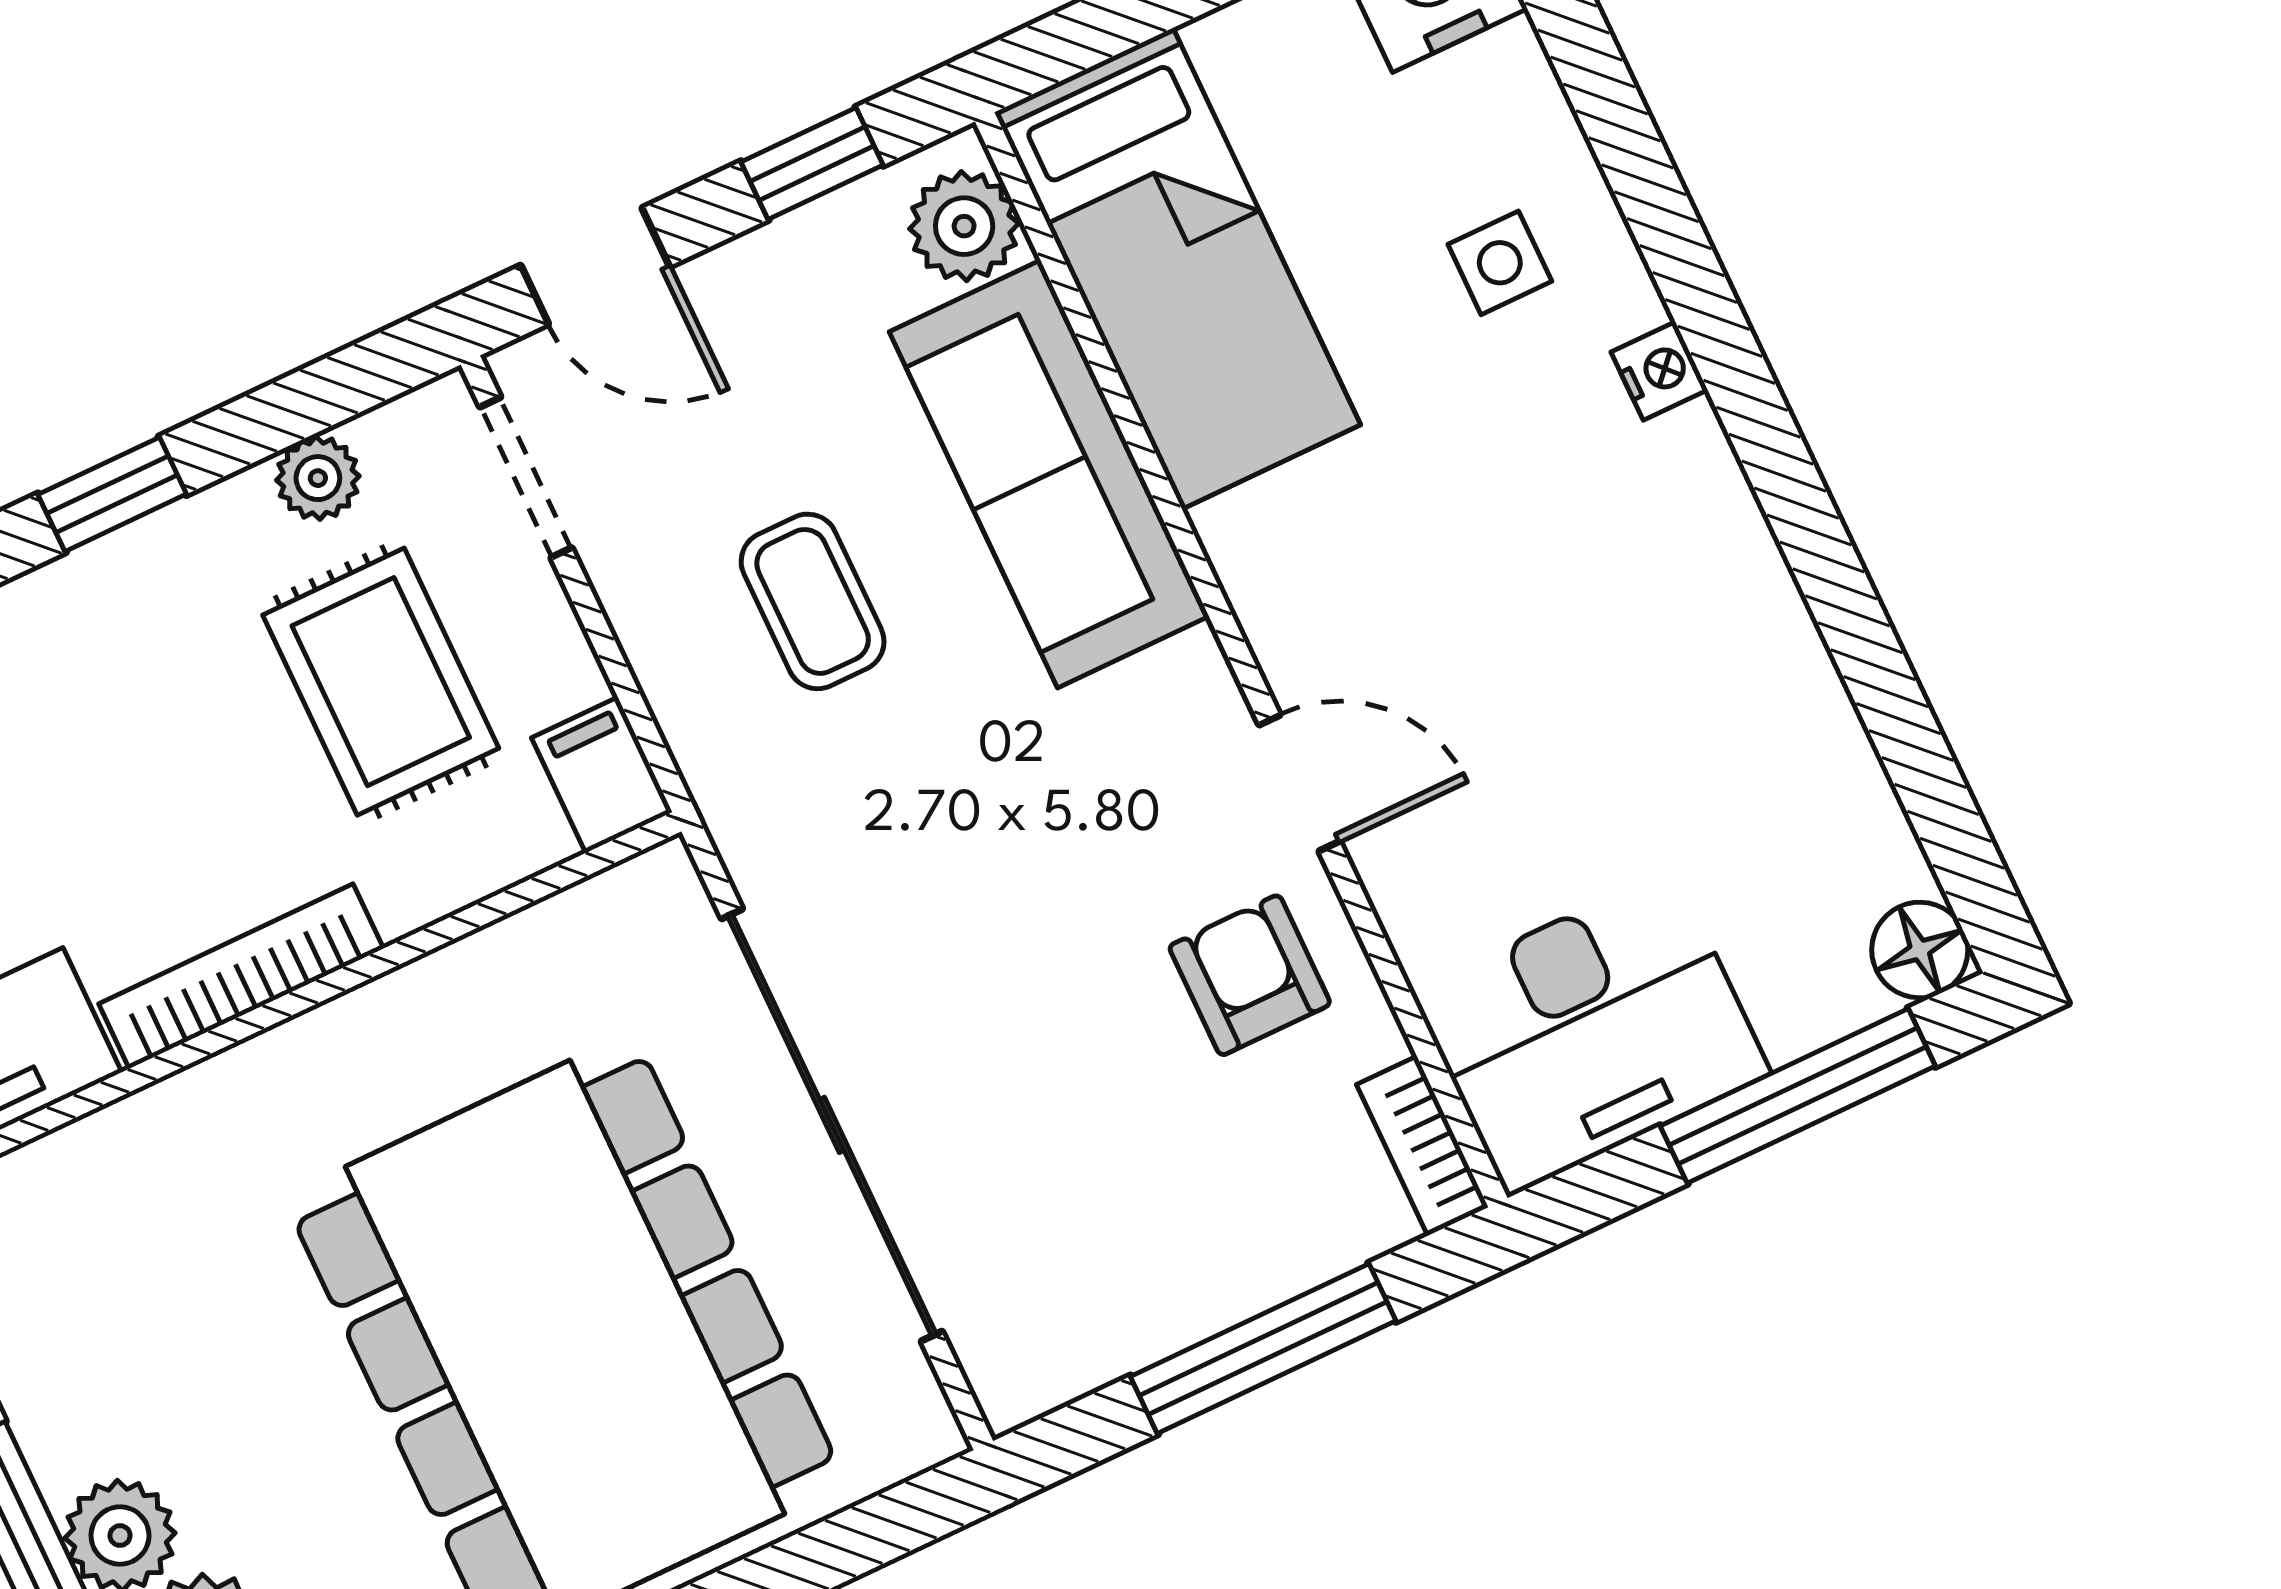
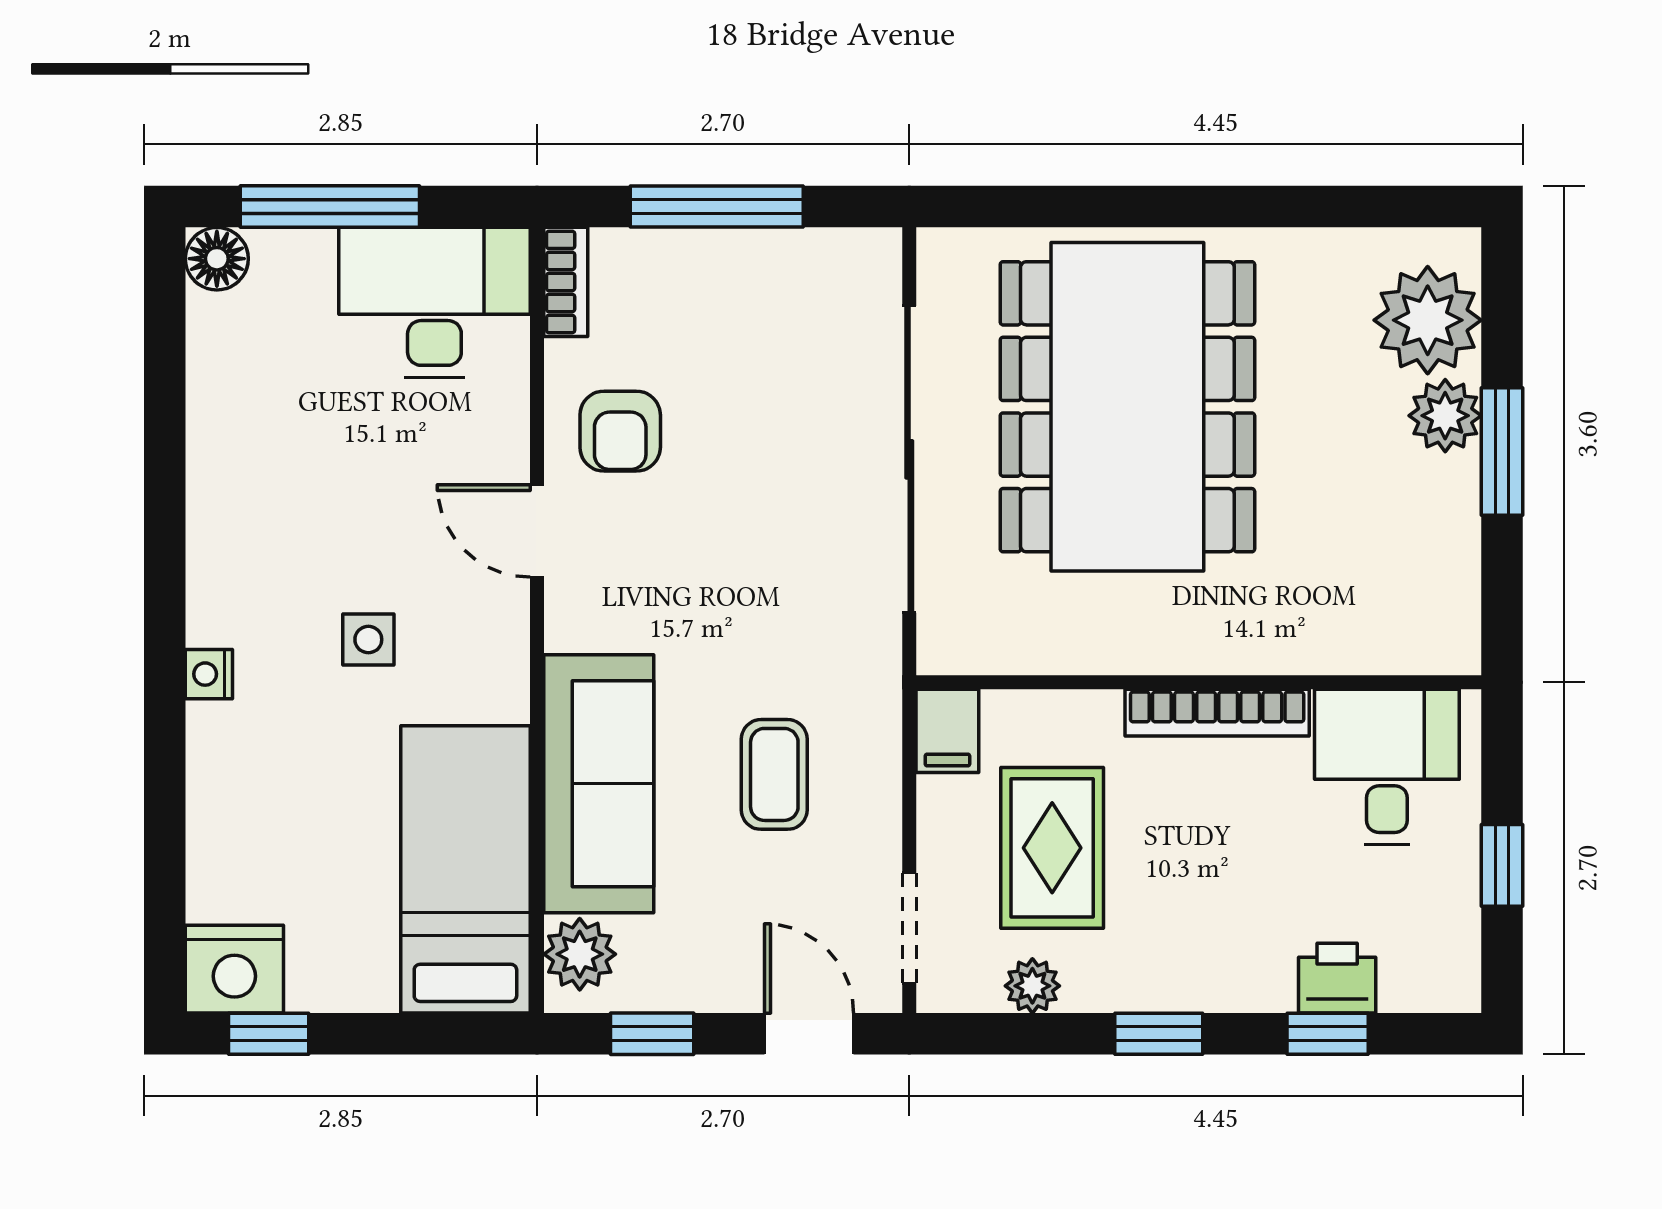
side table: (1500, 263) -> (368, 640), moved

